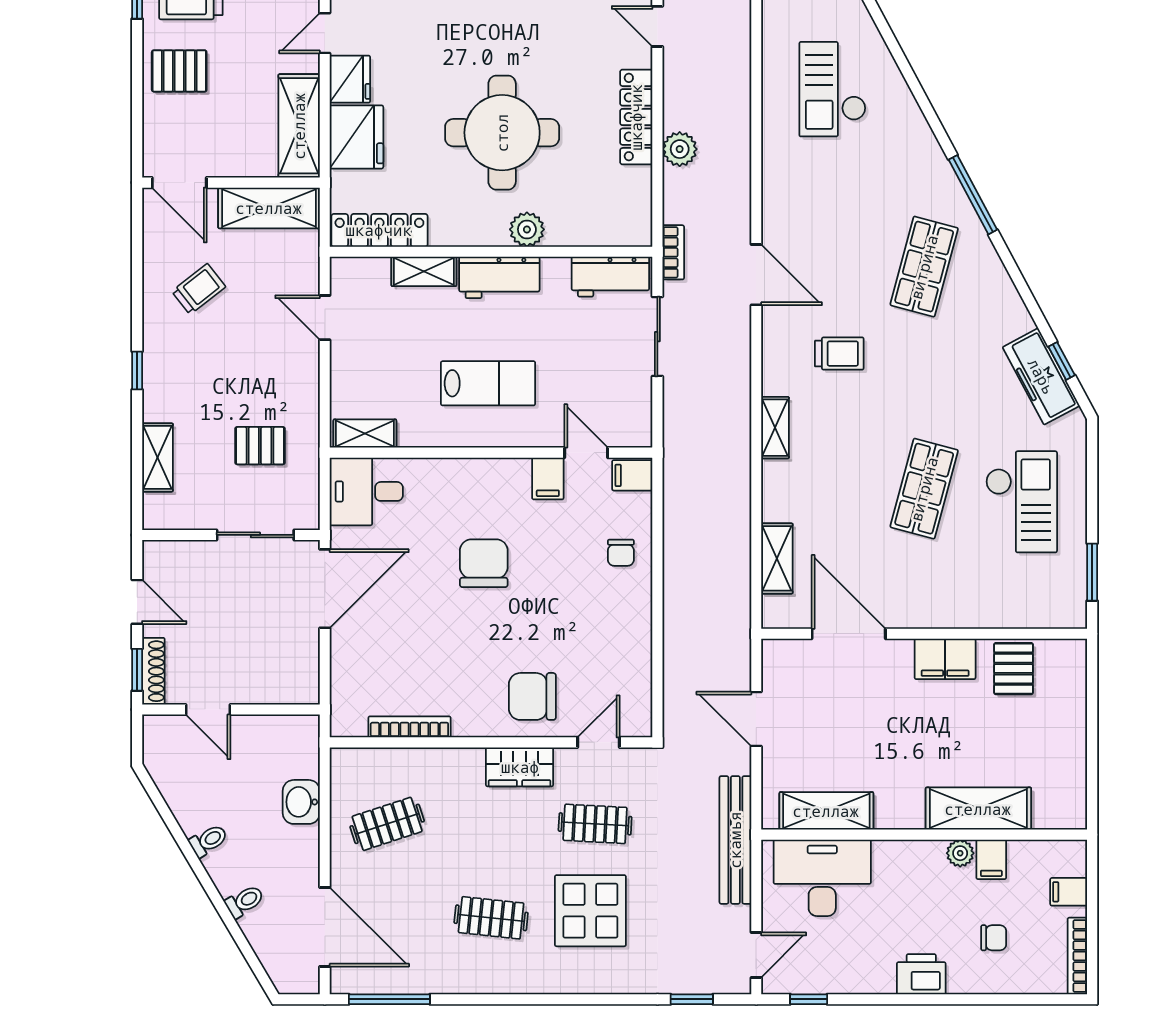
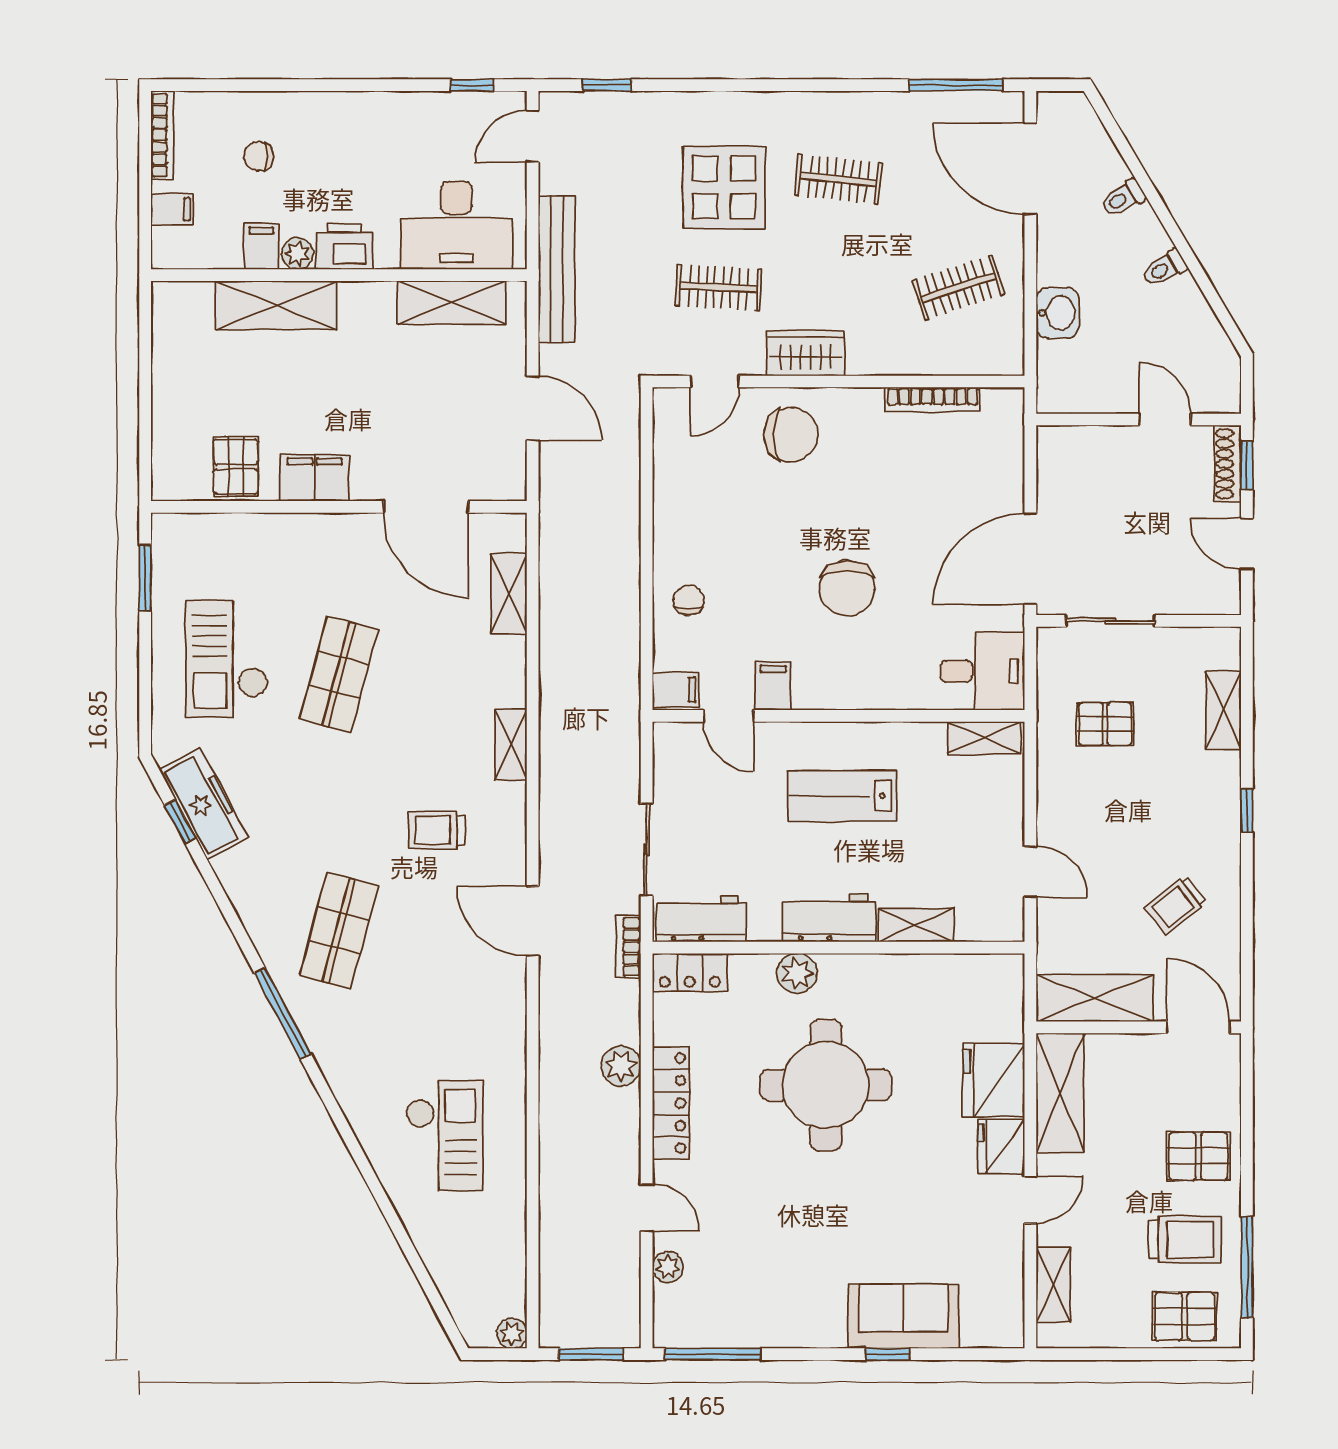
locker: (379, 230) -> (690, 972), moved, width x0.66
printer: (921, 974) -> (344, 246), moved, turned 180

